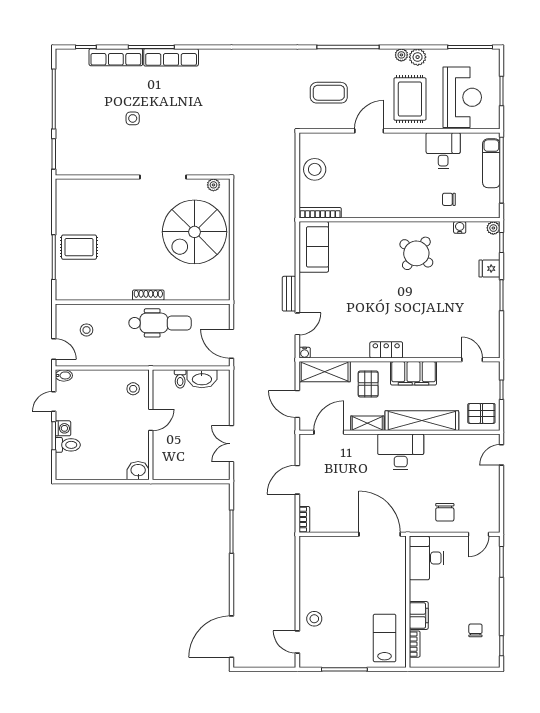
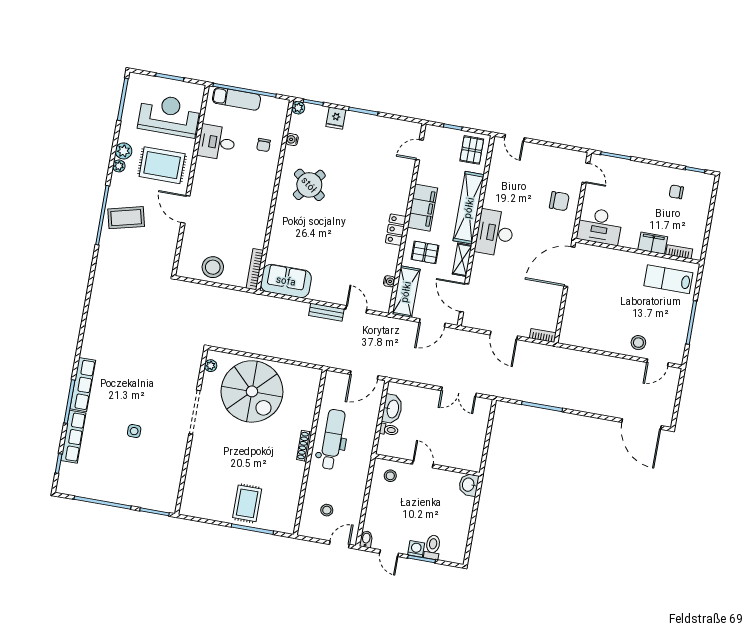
coffee table: (329, 93) -> (126, 218), moved, turned 76
water cooler: (305, 353) -> (389, 281), moved

